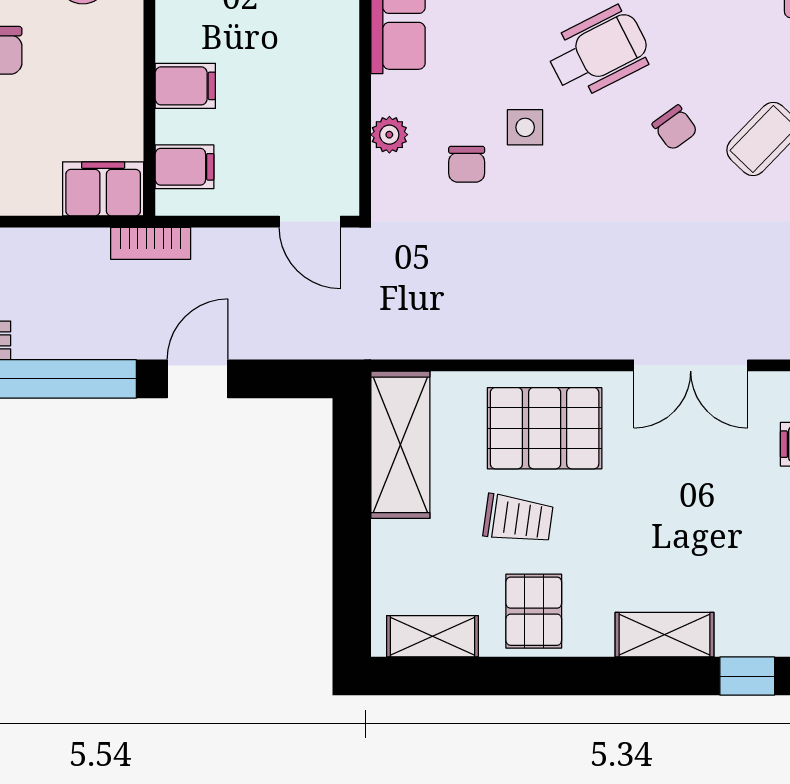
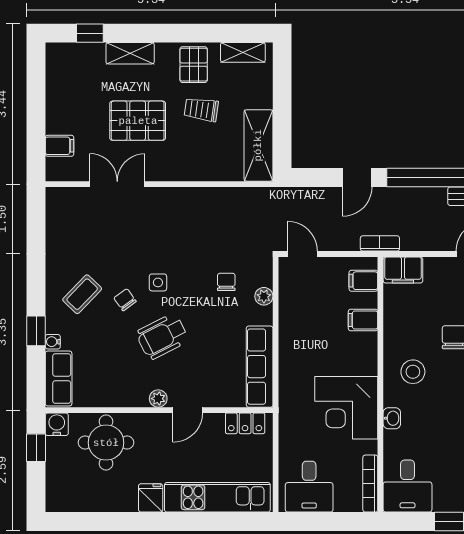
side table: (525, 127) -> (158, 282), moved
pallet: (545, 428) -> (138, 121), moved

